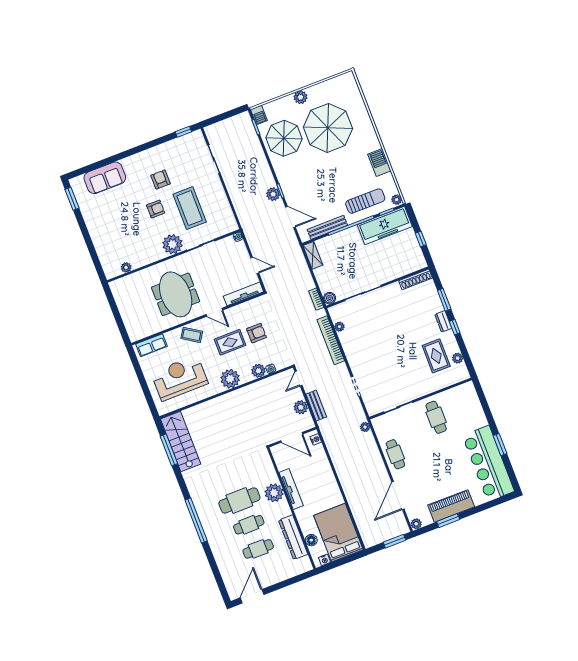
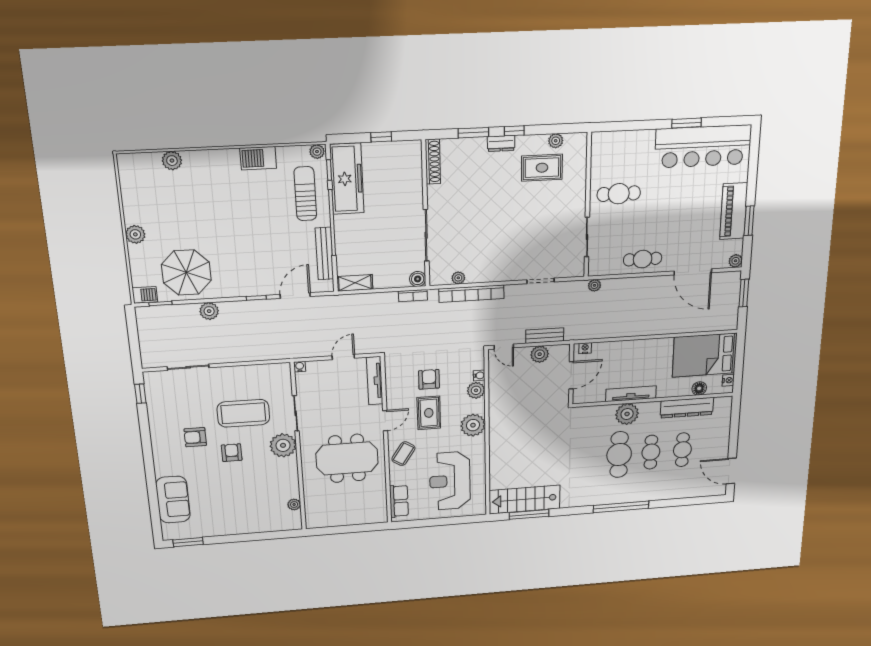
plant: (359, 107) -> (172, 161), added
parasol: (328, 128) -> (189, 211), removed
plant: (273, 194) -> (209, 311), moved

